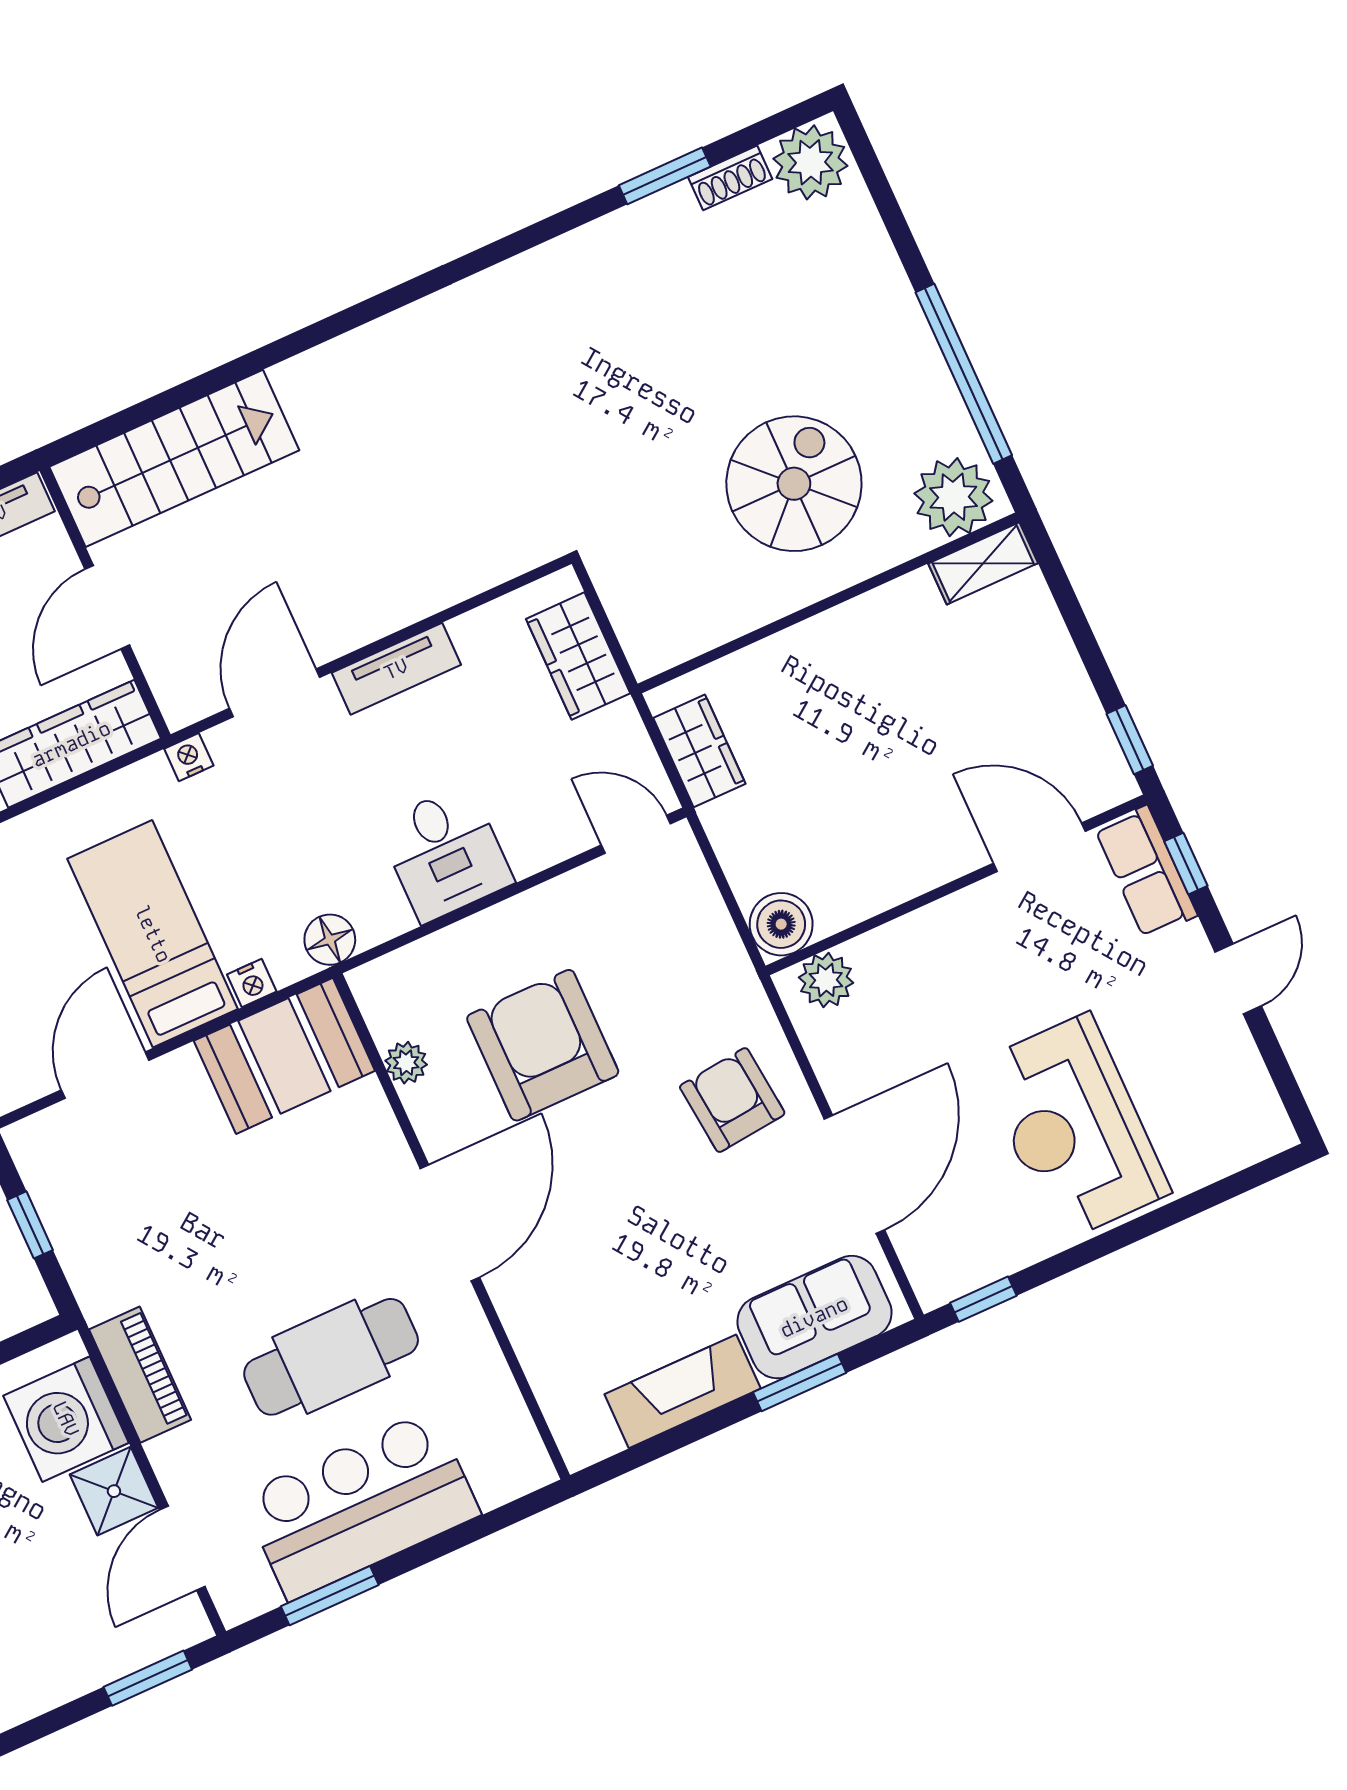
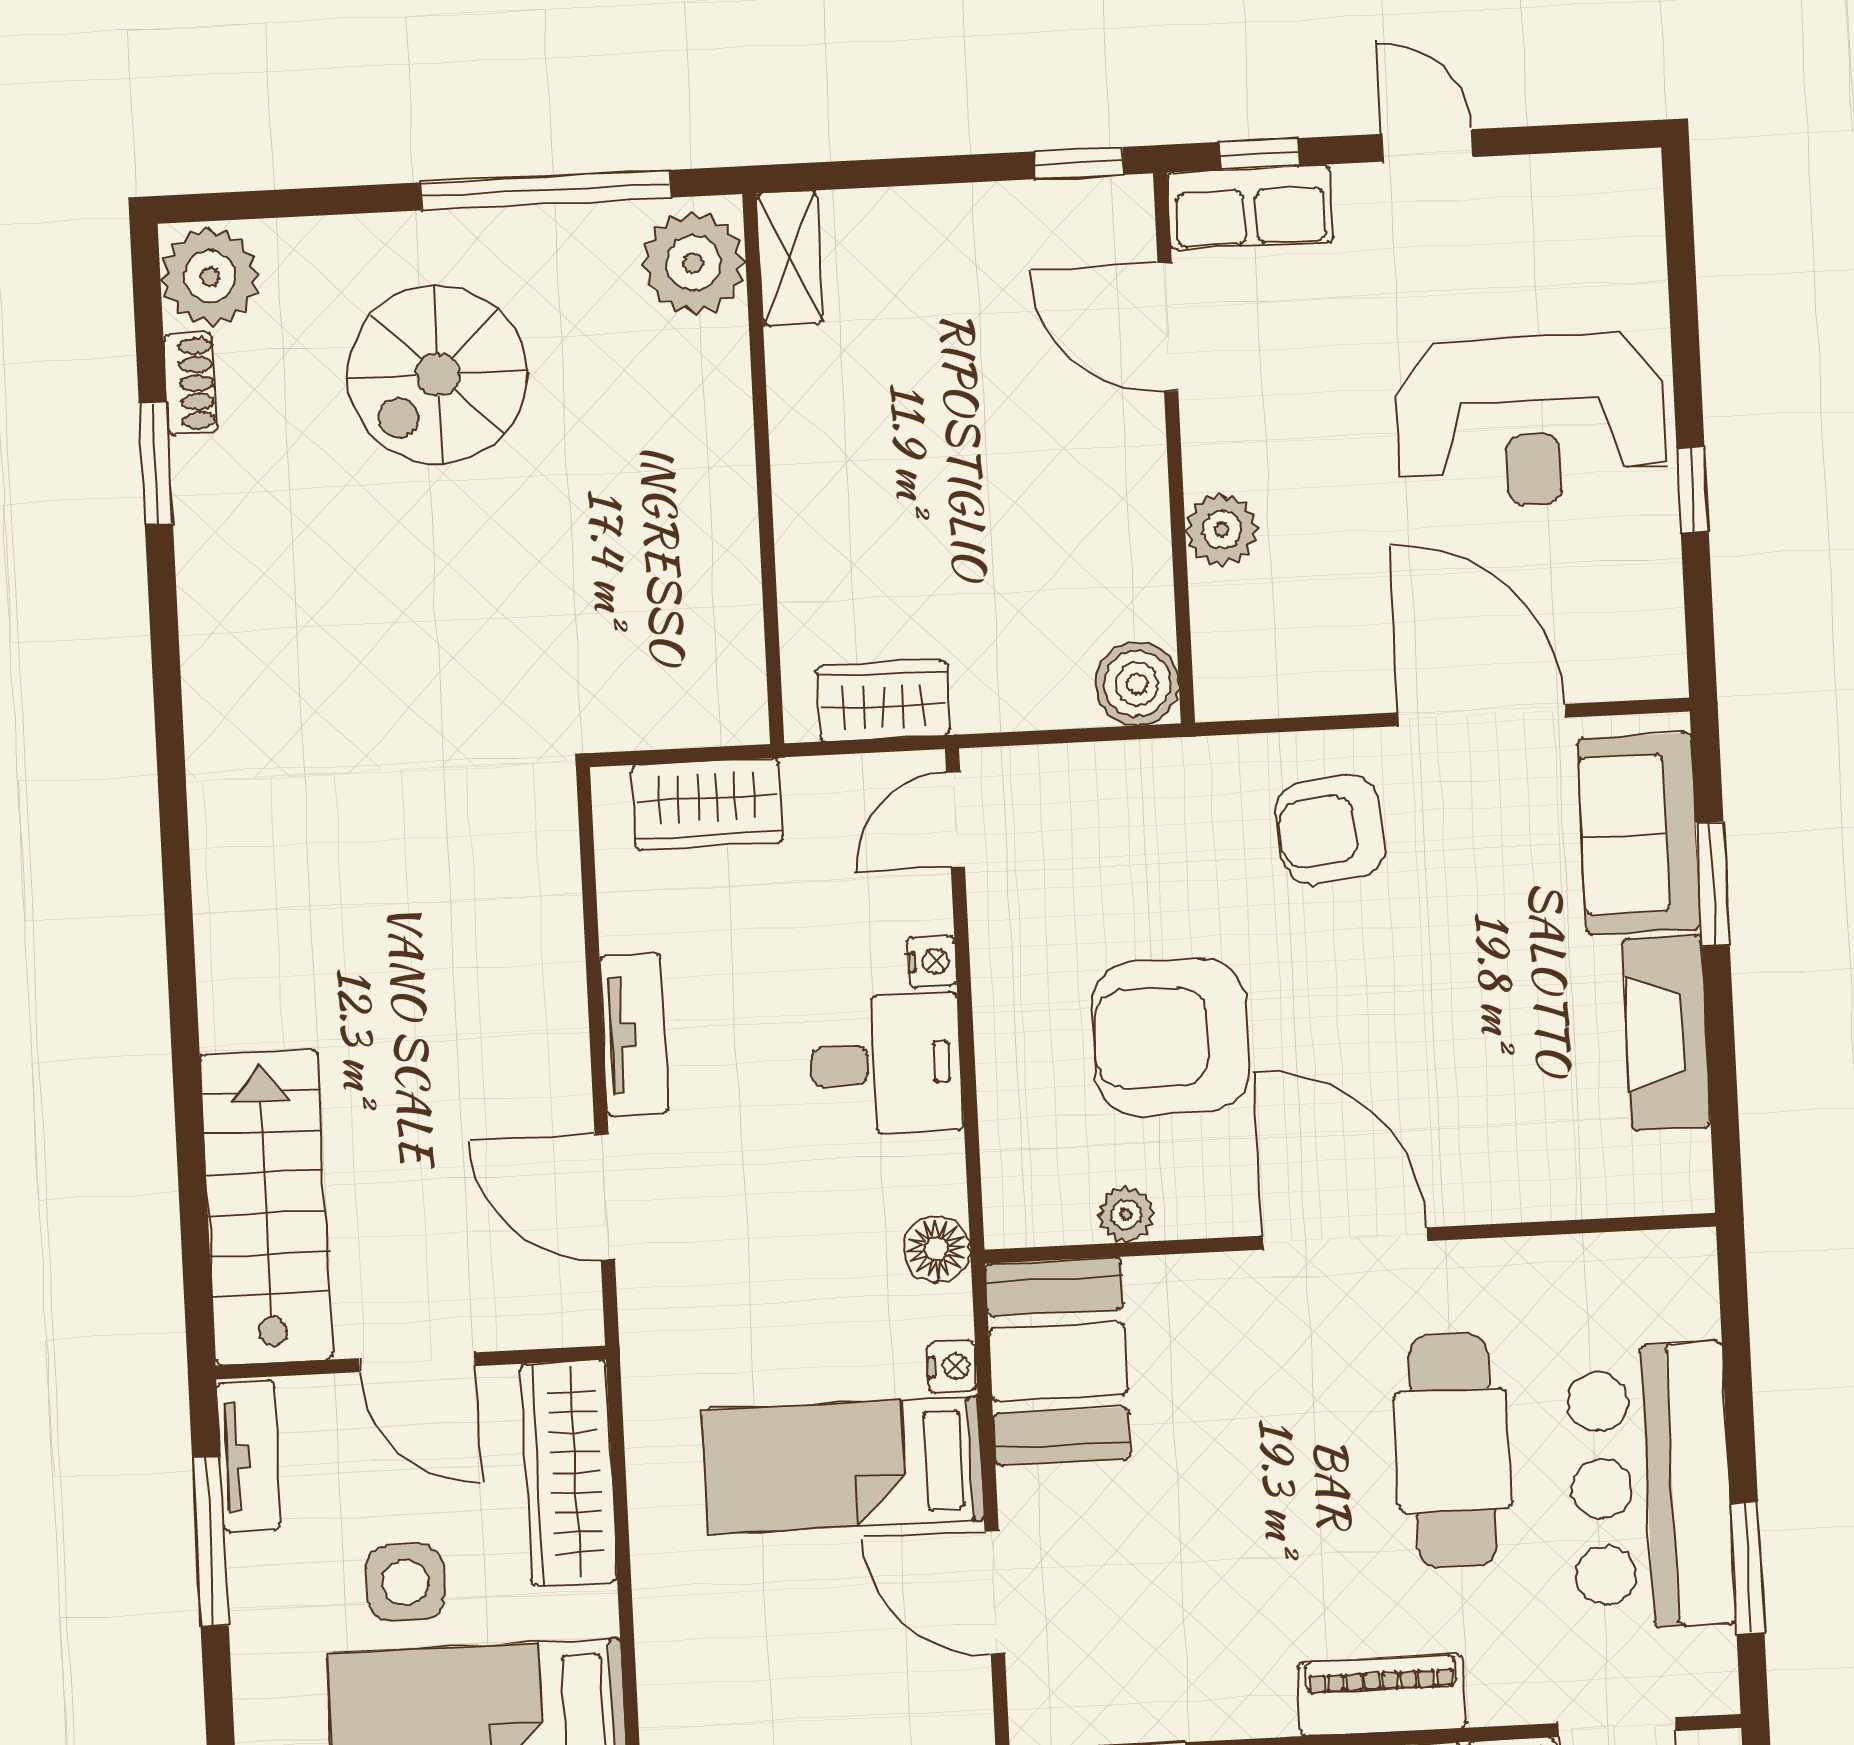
spiral stairs: (794, 484) -> (438, 375), moved, turned -90
nightstand: (189, 757) -> (932, 961), moved, turned 180
door: (1039, 847) -> (1168, 327), hinge flipped
plant: (826, 980) -> (1222, 529), moved
window: (983, 1299) -> (1693, 490), moved

